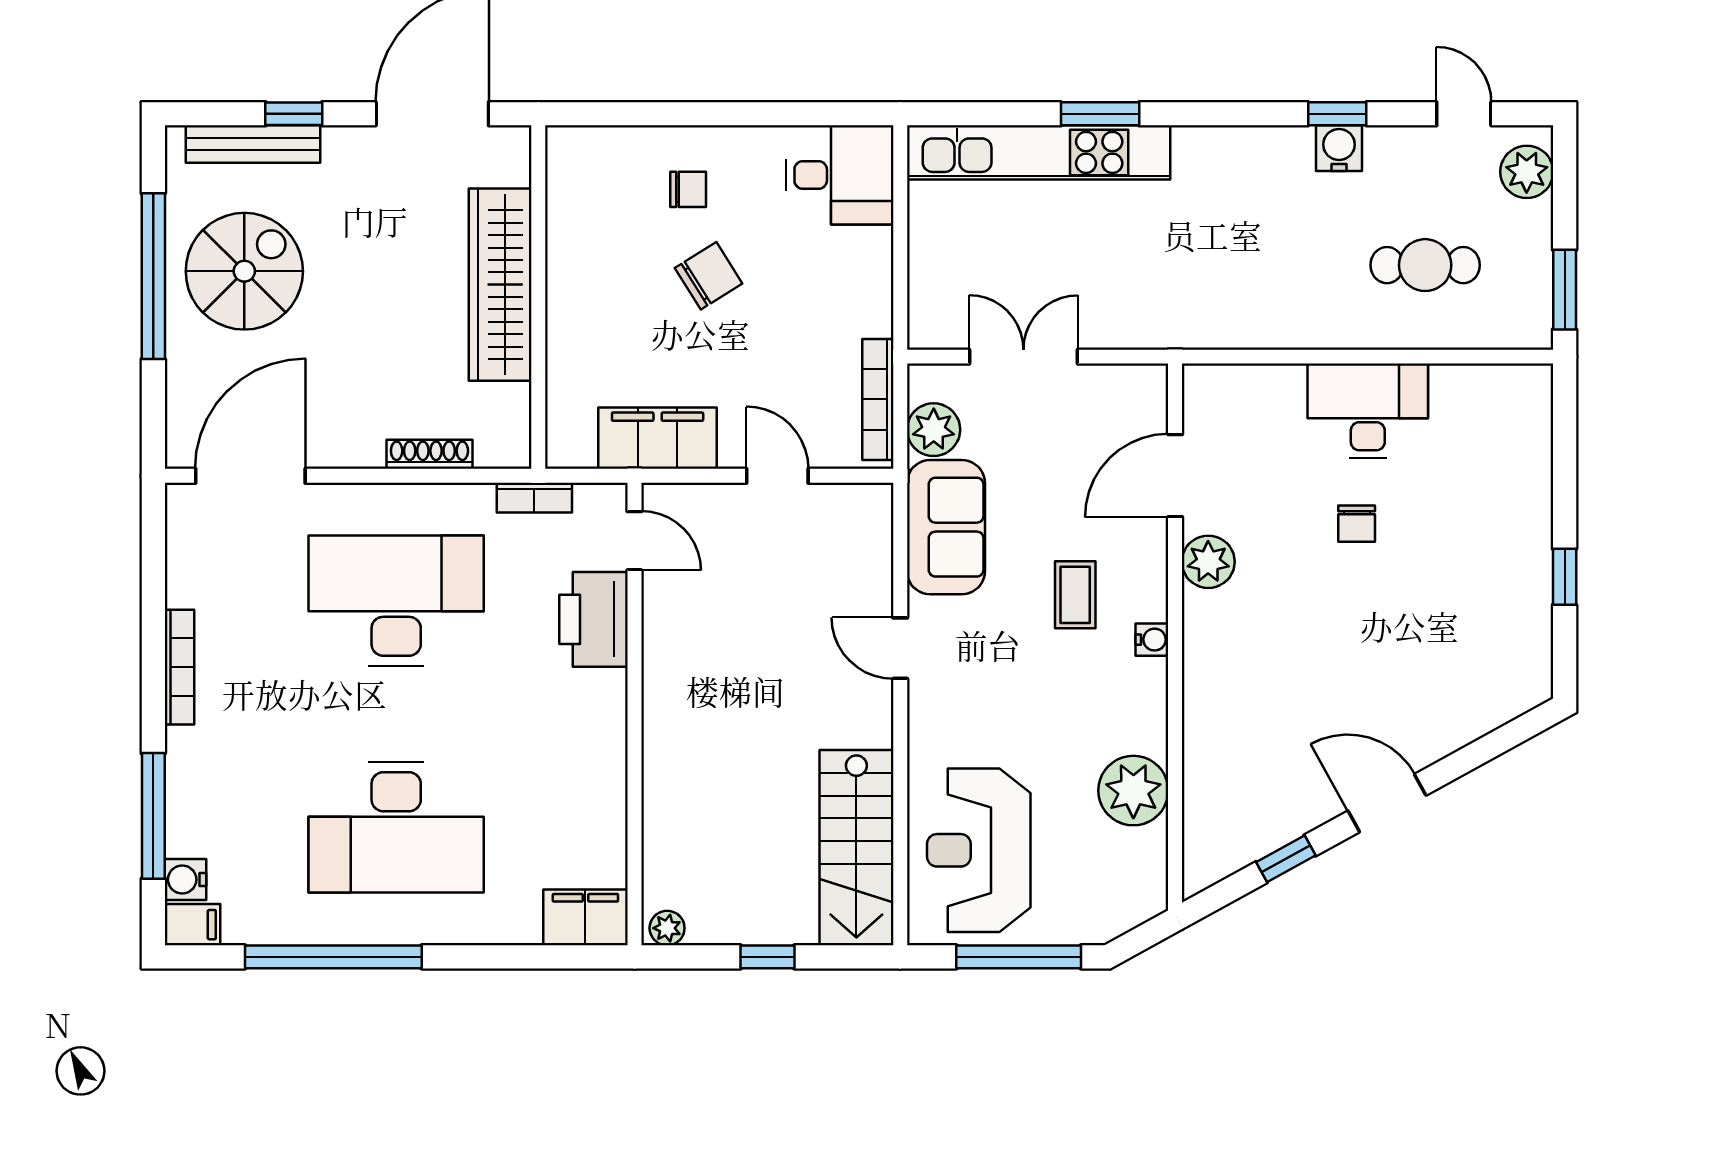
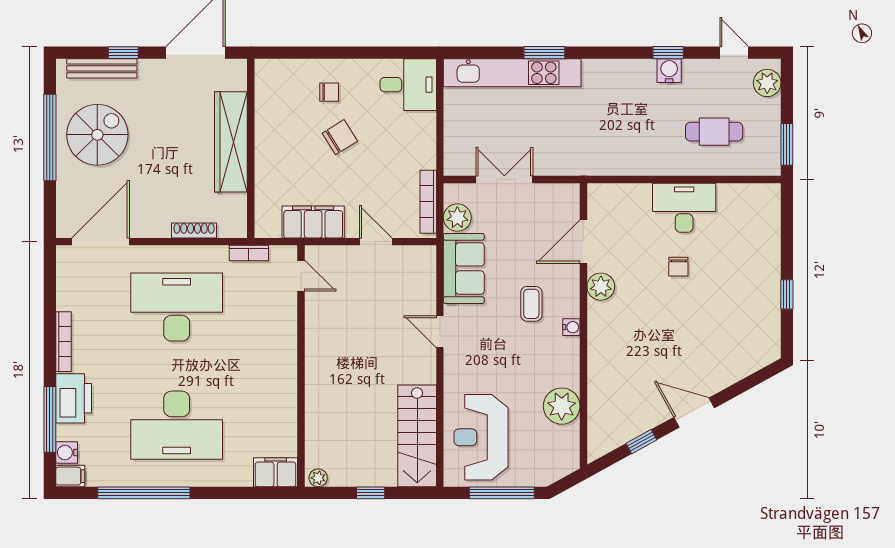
printer: (593, 619) -> (74, 398), moved, turned 180

